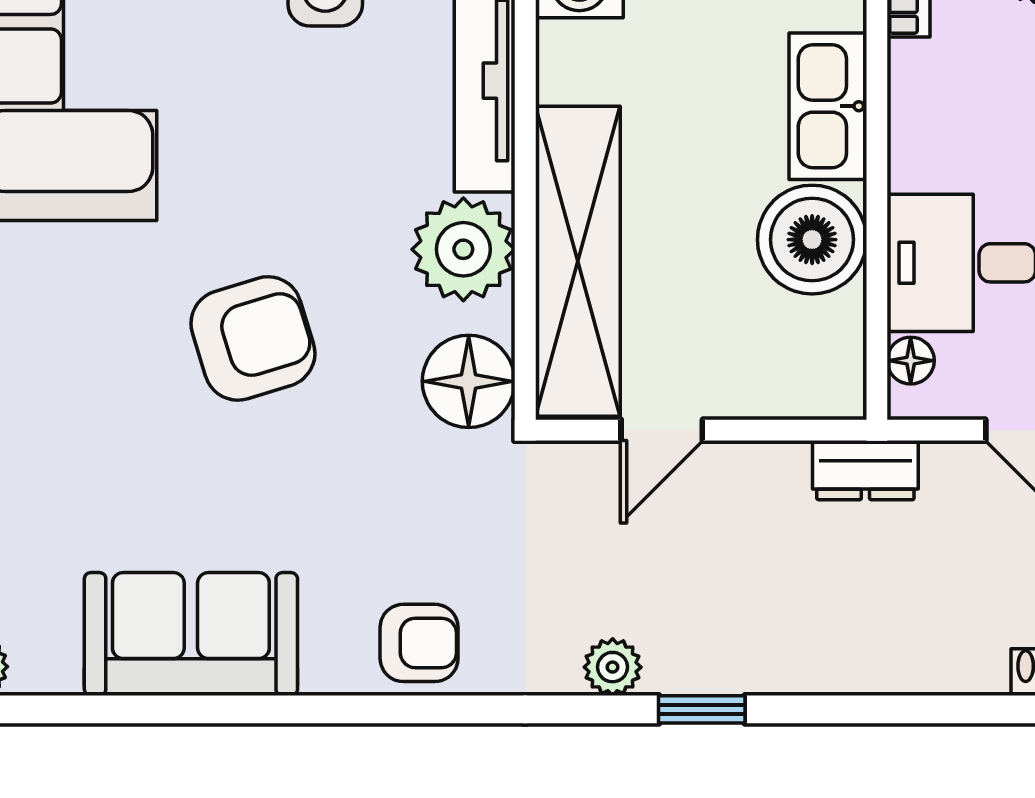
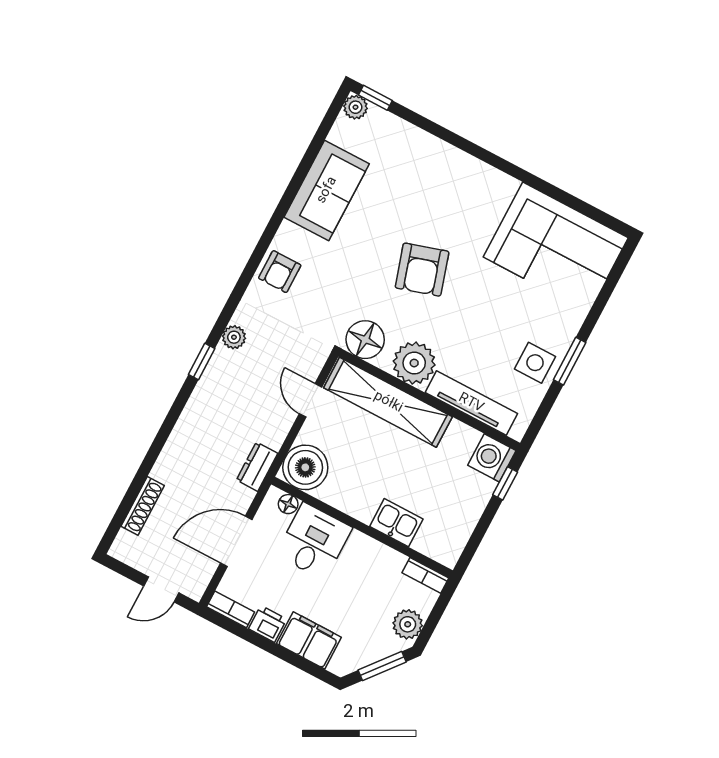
kitchen sink: (828, 106) -> (396, 523), width x0.73
boiler: (812, 240) -> (305, 467), moved

